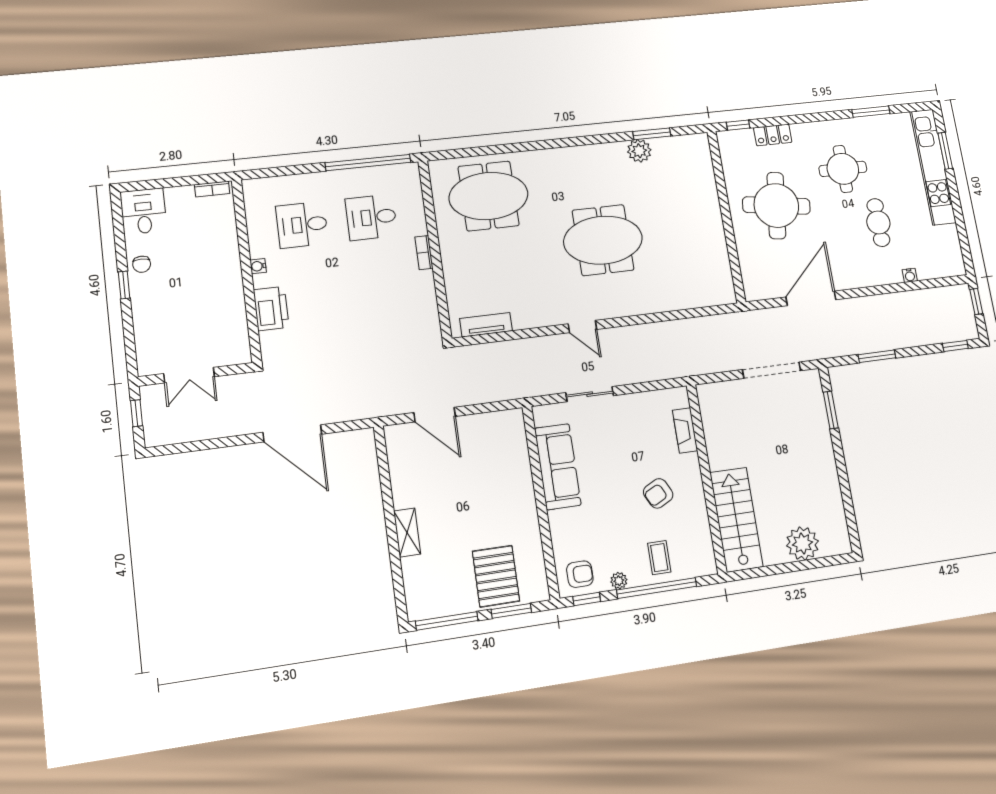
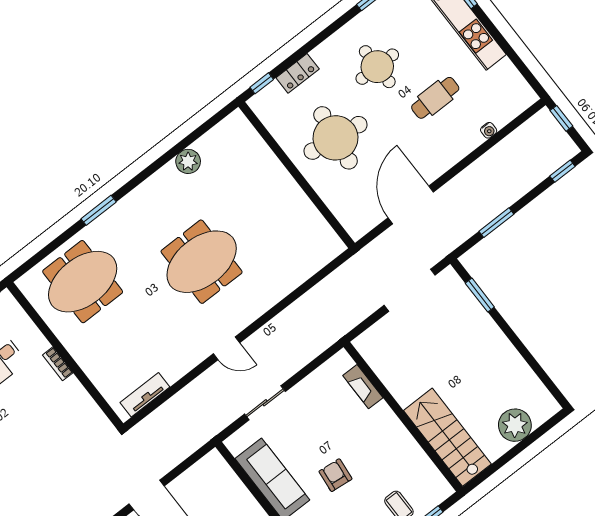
window: (652, 134) -> (99, 210), moved
cafe table: (878, 223) -> (435, 98), turned 90
armchair: (658, 493) -> (335, 475), moved, turned 123

